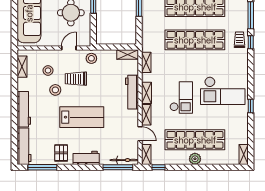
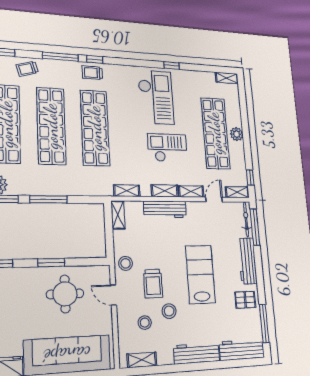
workbench: (86, 158) -> (247, 261), width x1.38

